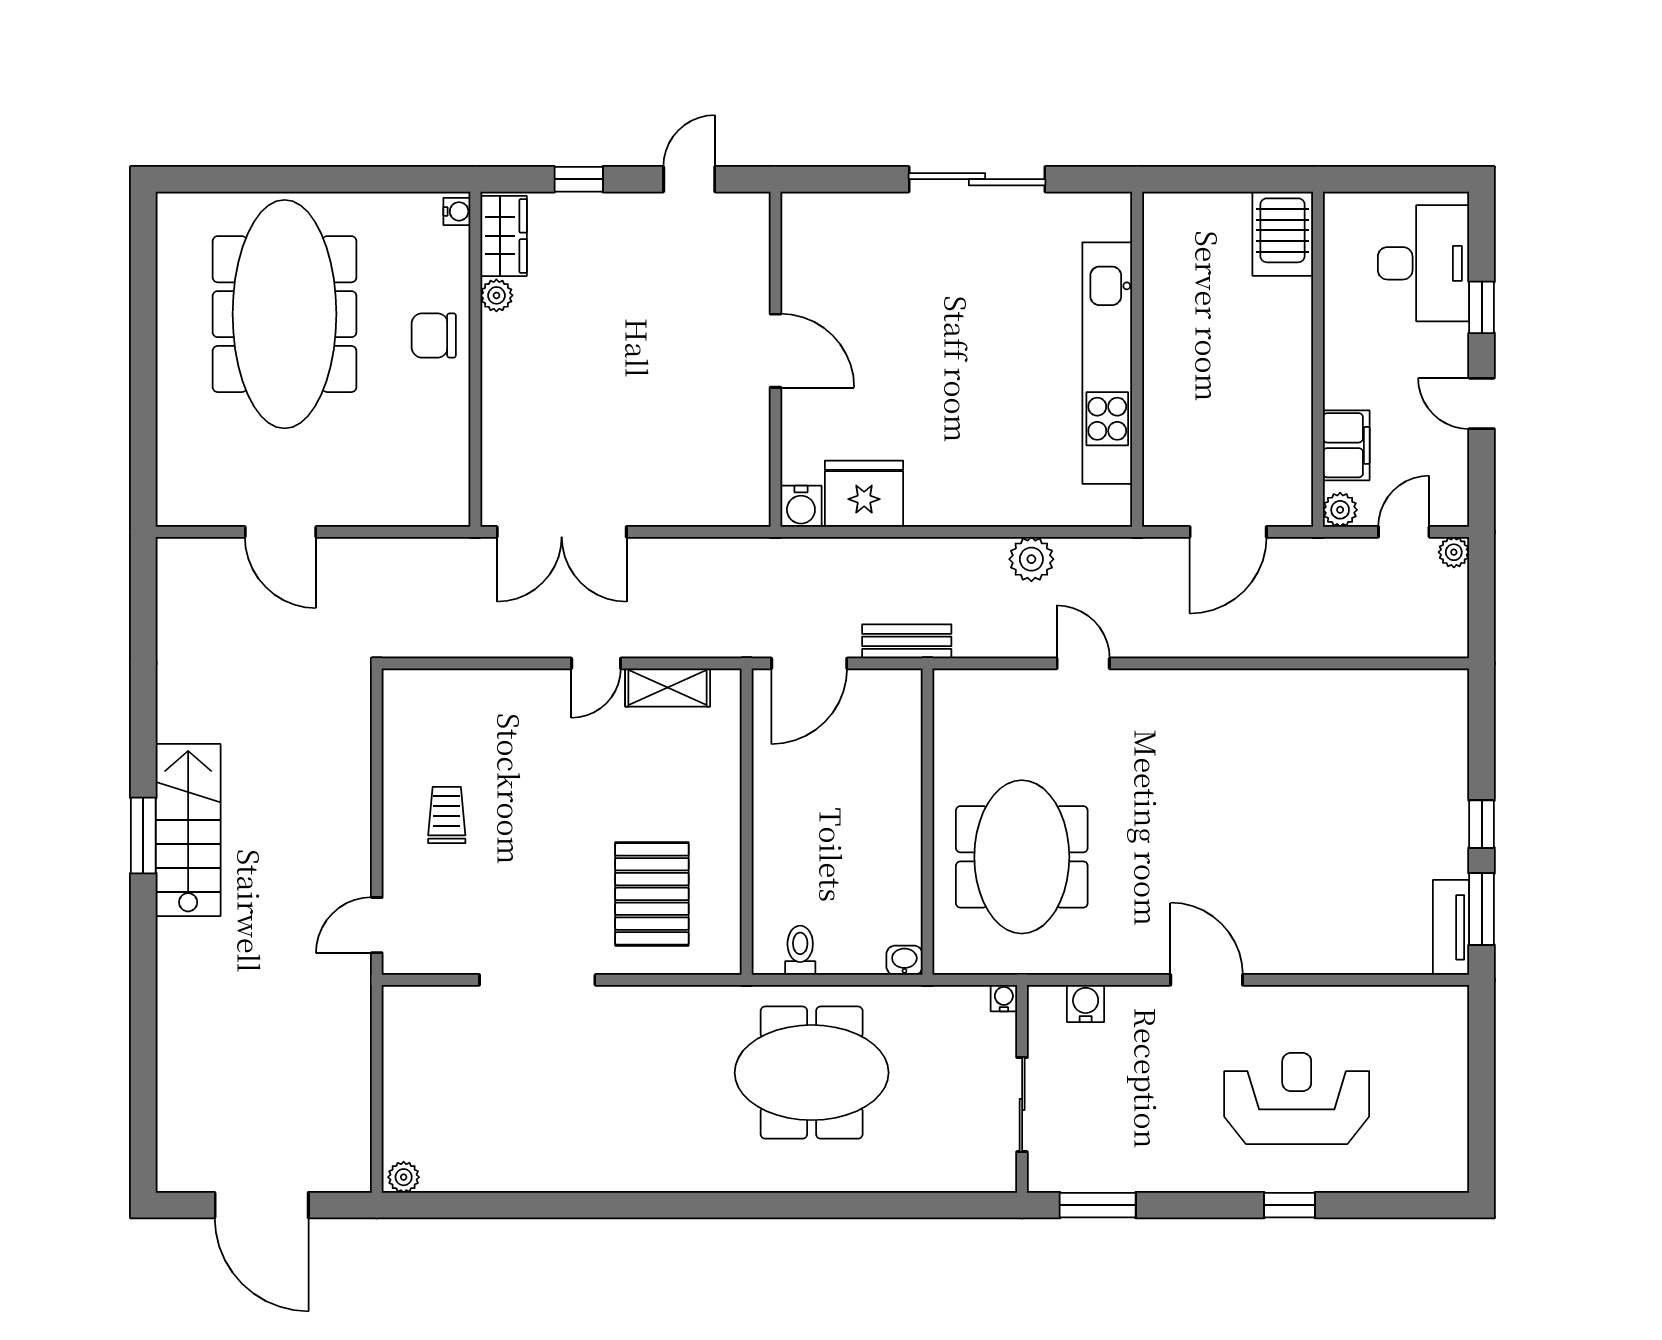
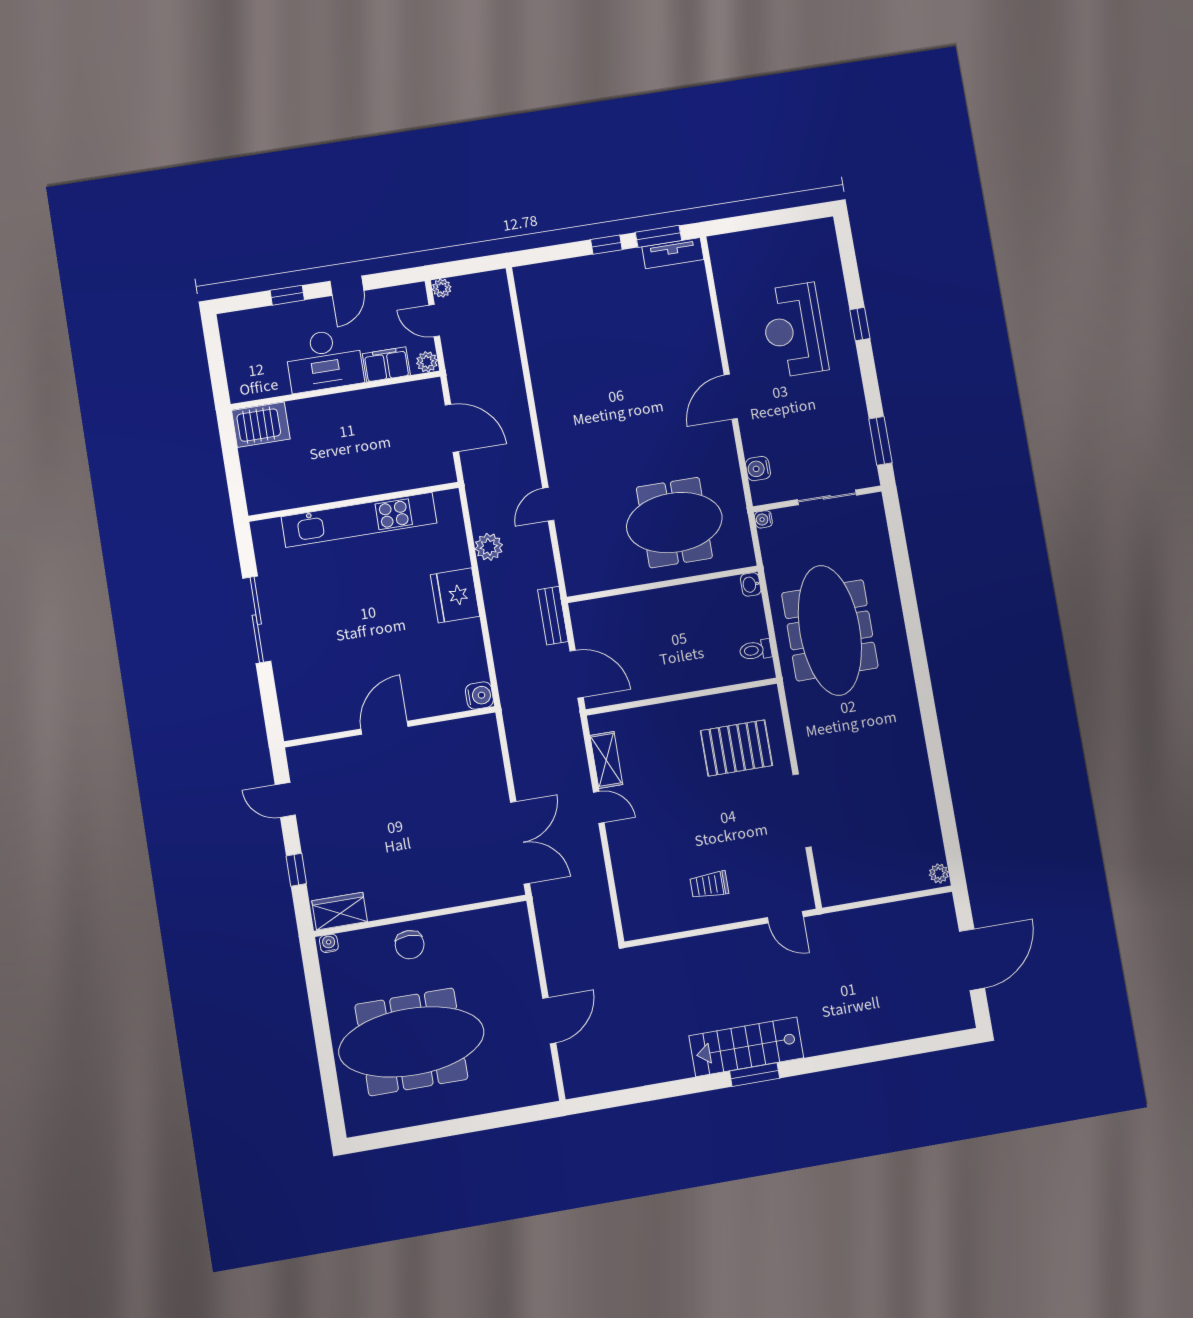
desk: (1424, 263) -> (324, 360), moved, turned 180
plant: (496, 295) -> (378, 909), removed
fridge: (864, 494) -> (455, 595), moved
meeting table: (812, 1073) -> (830, 630), width x1.36

